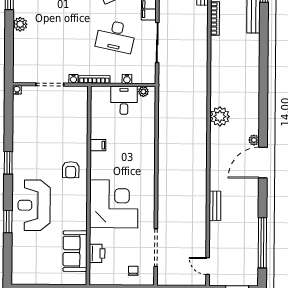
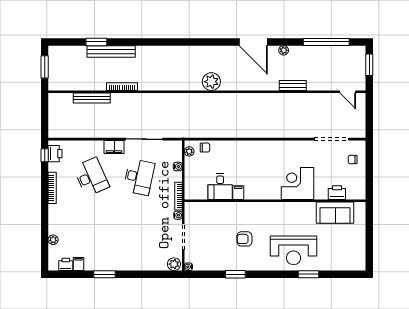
plant: (20, 24) -> (174, 264), moved
desk: (124, 100) -> (220, 187), moved, turned -90
chair: (147, 109) -> (205, 148), added
plant: (254, 140) -> (284, 50), moved
window: (8, 163) -> (235, 274), moved
armchair: (71, 170) -> (244, 239), moved, turned 180
corner desk: (114, 204) -> (298, 183), width x0.74, depth x0.74
door: (208, 266) -> (348, 92), hinge flipped

